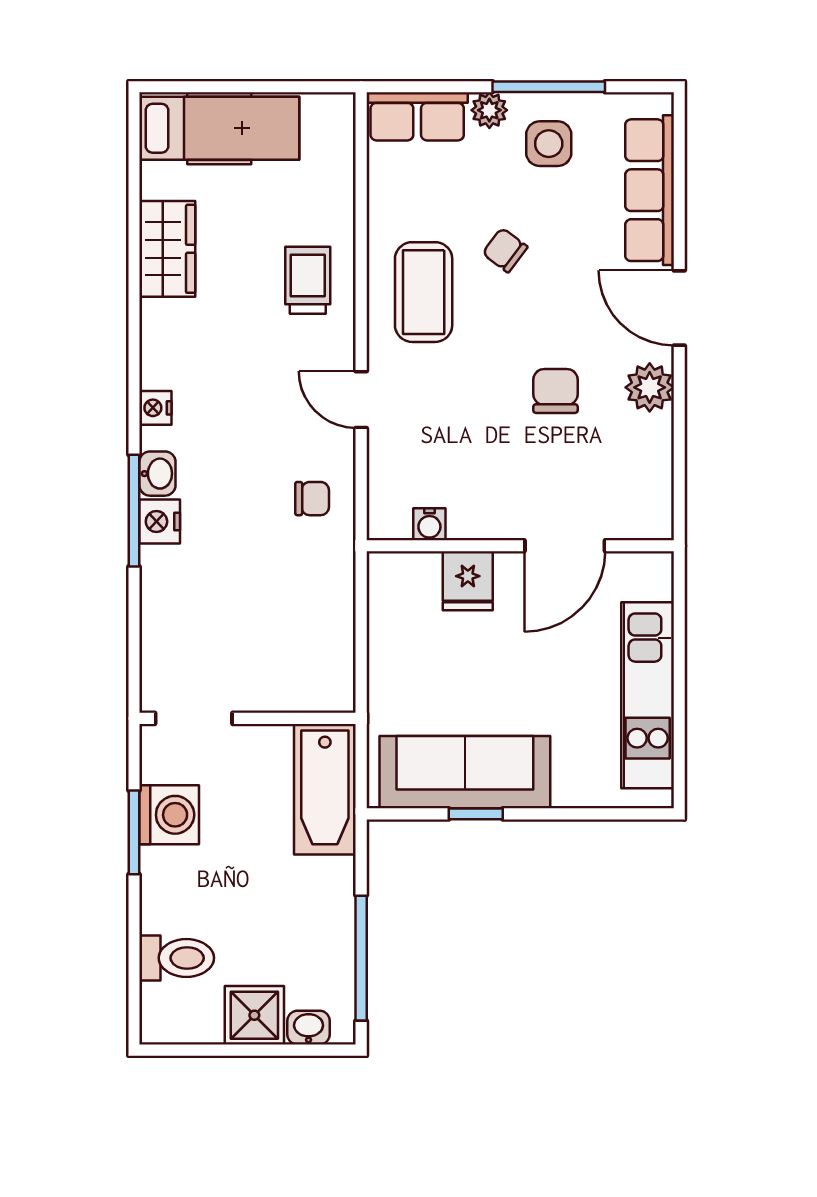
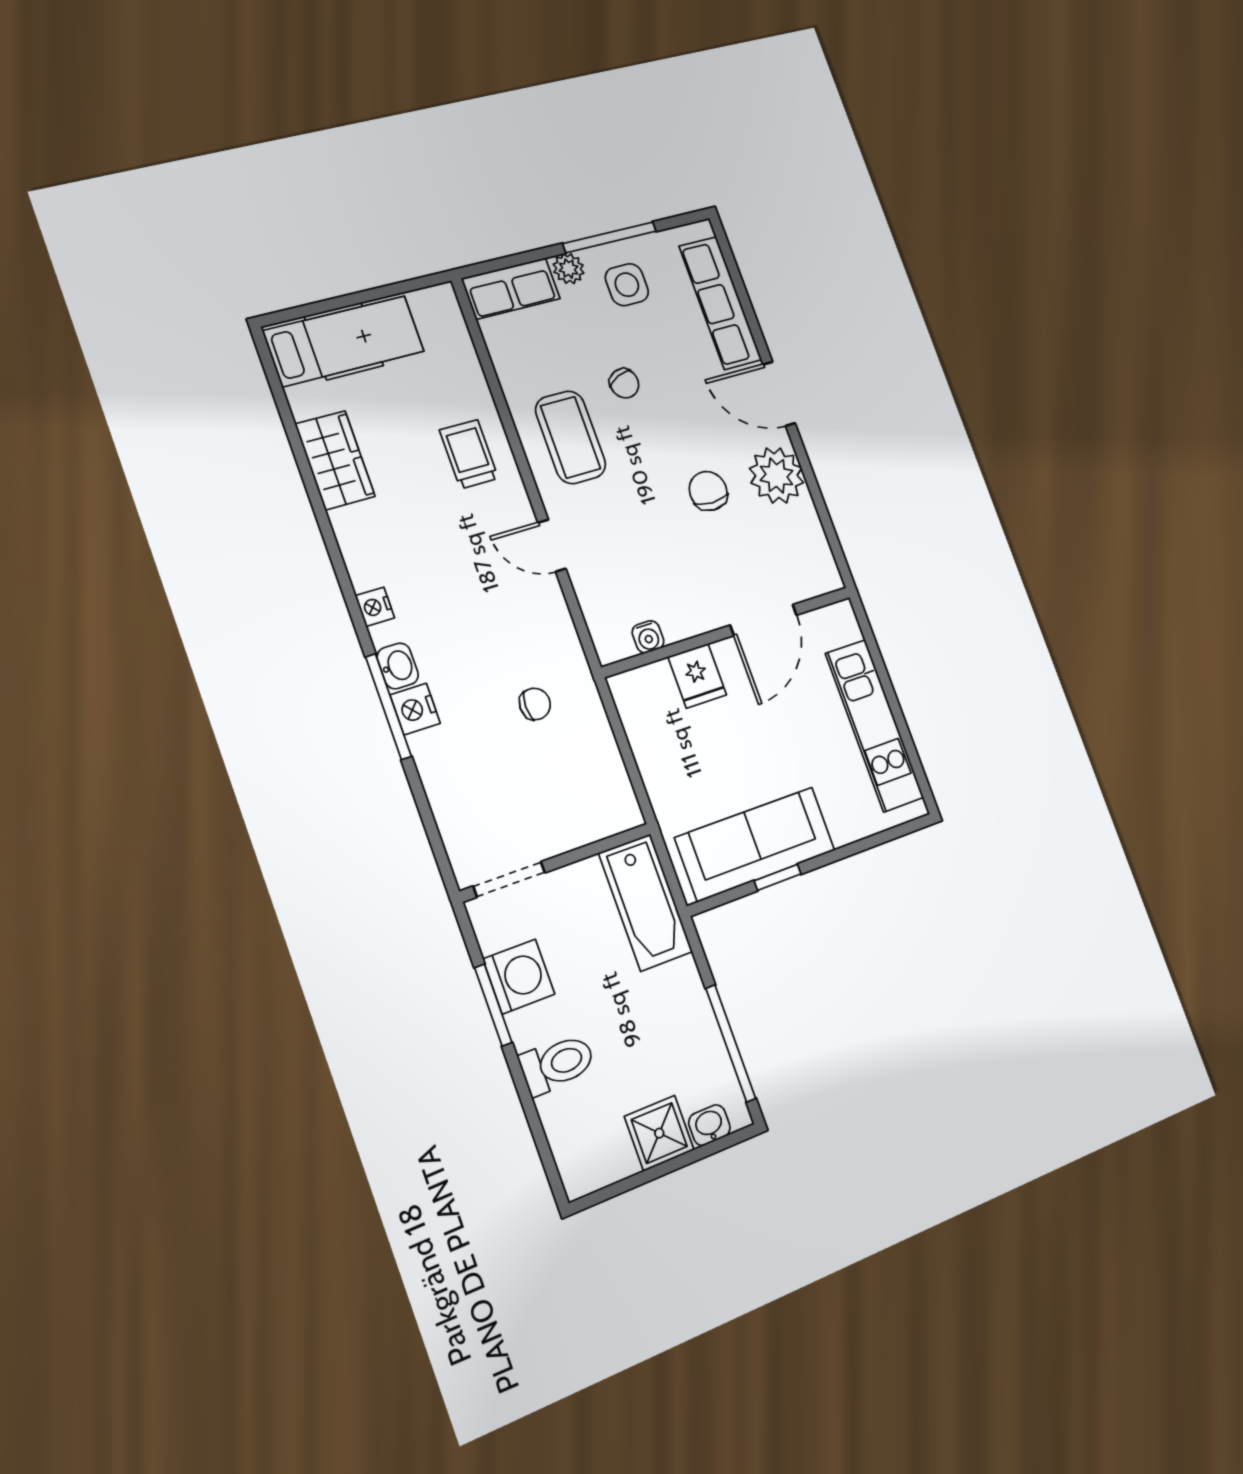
chair: (505, 250) -> (624, 383), turned -149
plant: (650, 387) -> (777, 476), width x1.36, depth x1.36
chair: (312, 499) -> (535, 704), moved
toilet: (177, 958) -> (557, 1064), moved

